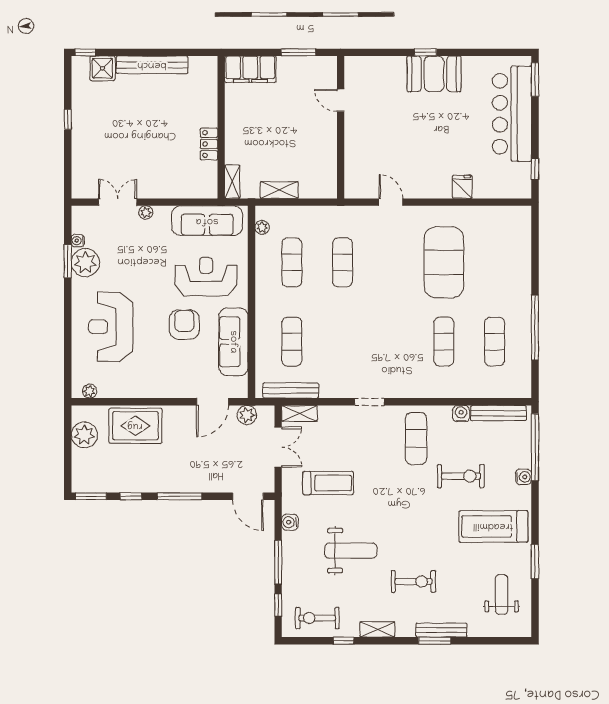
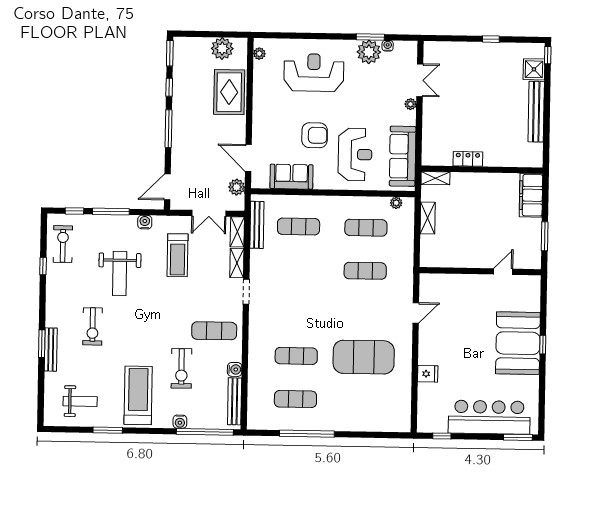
booth: (434, 74) -> (518, 343), width x1.36, depth x1.42
sofa: (233, 342) -> (292, 177), width x0.73
shelving: (377, 629) -> (237, 263), moved

